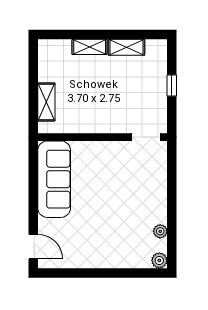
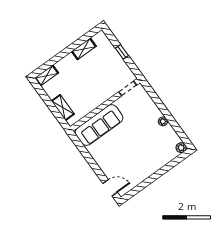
shelving: (90, 47) -> (47, 76), moved
sofa: (54, 179) -> (99, 125), moved, turned 90
plant: (160, 231) -> (163, 121), moved

